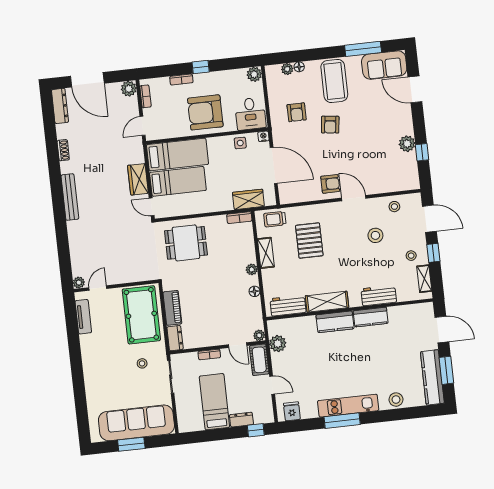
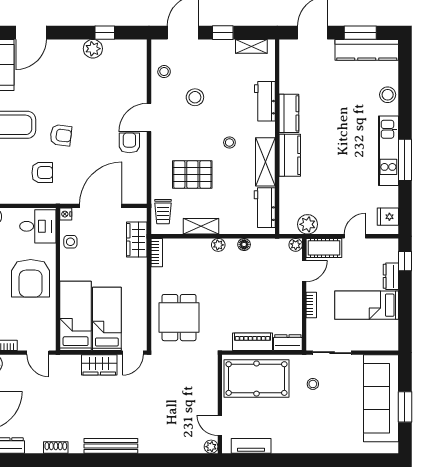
stool: (411, 256) -> (229, 142), moved

